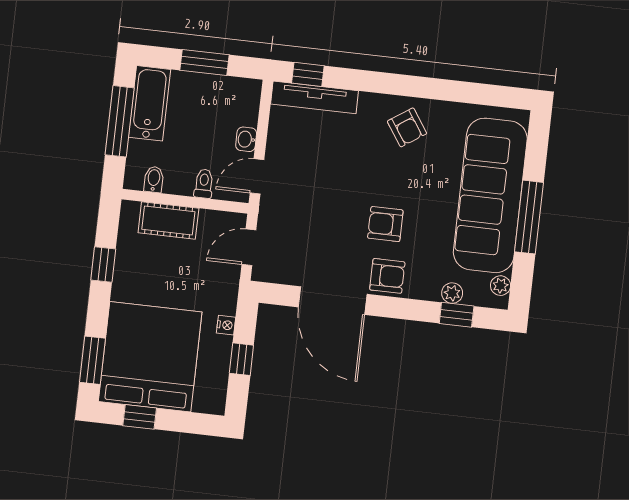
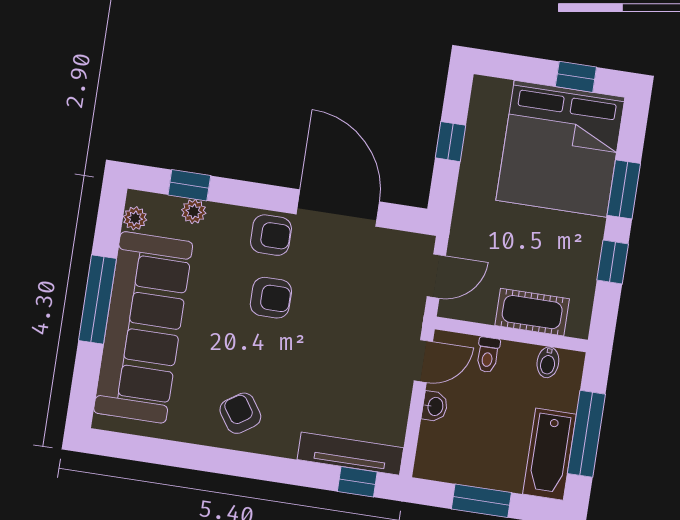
armchair: (387, 276) -> (271, 235), turned 180
nightstand: (226, 325) -> (468, 183), removed
window: (92, 360) -> (624, 189), moved

